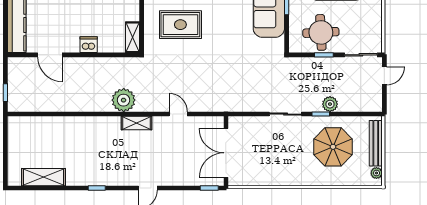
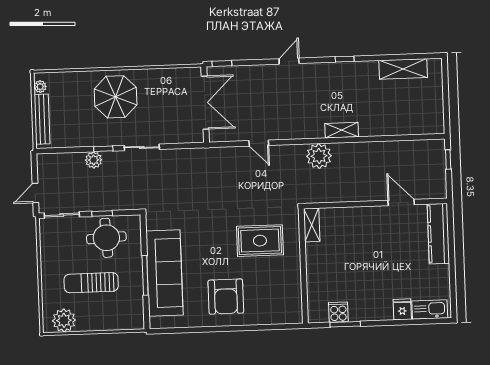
dishwasher: (89, 45) -> (359, 215), removed
shelving: (137, 123) -> (342, 130), moved
parasol: (333, 147) -> (116, 97), moved

